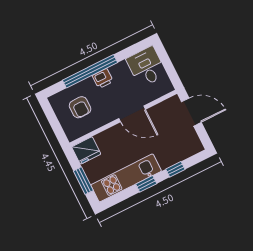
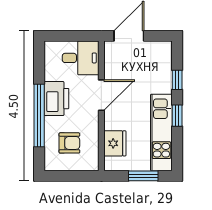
desk: (146, 67) -> (81, 58), moved, turned 180
printer: (103, 79) -> (56, 99), width x1.87, depth x1.48
fridge: (86, 150) -> (115, 143), moved

